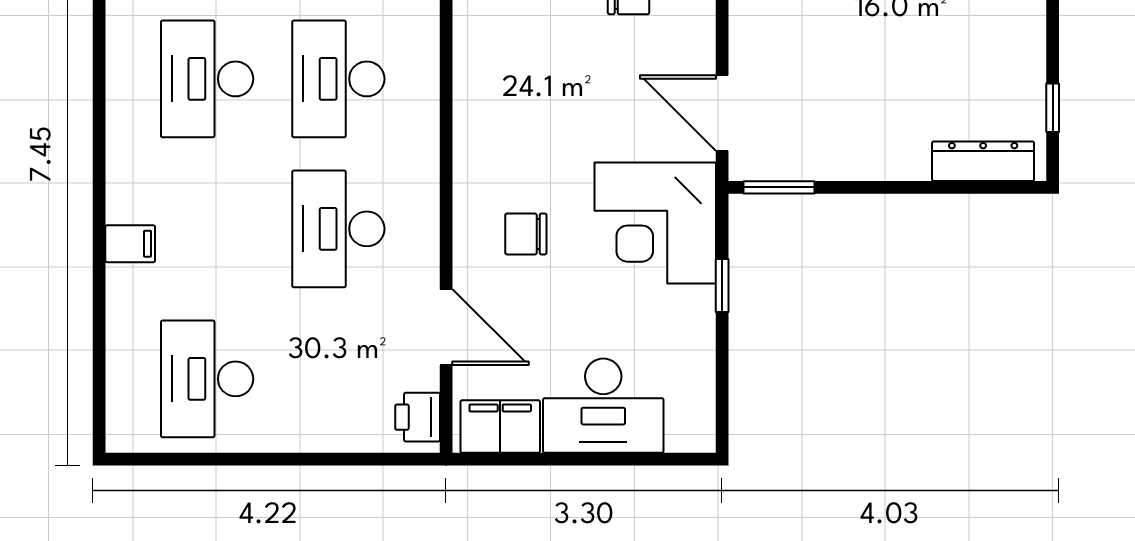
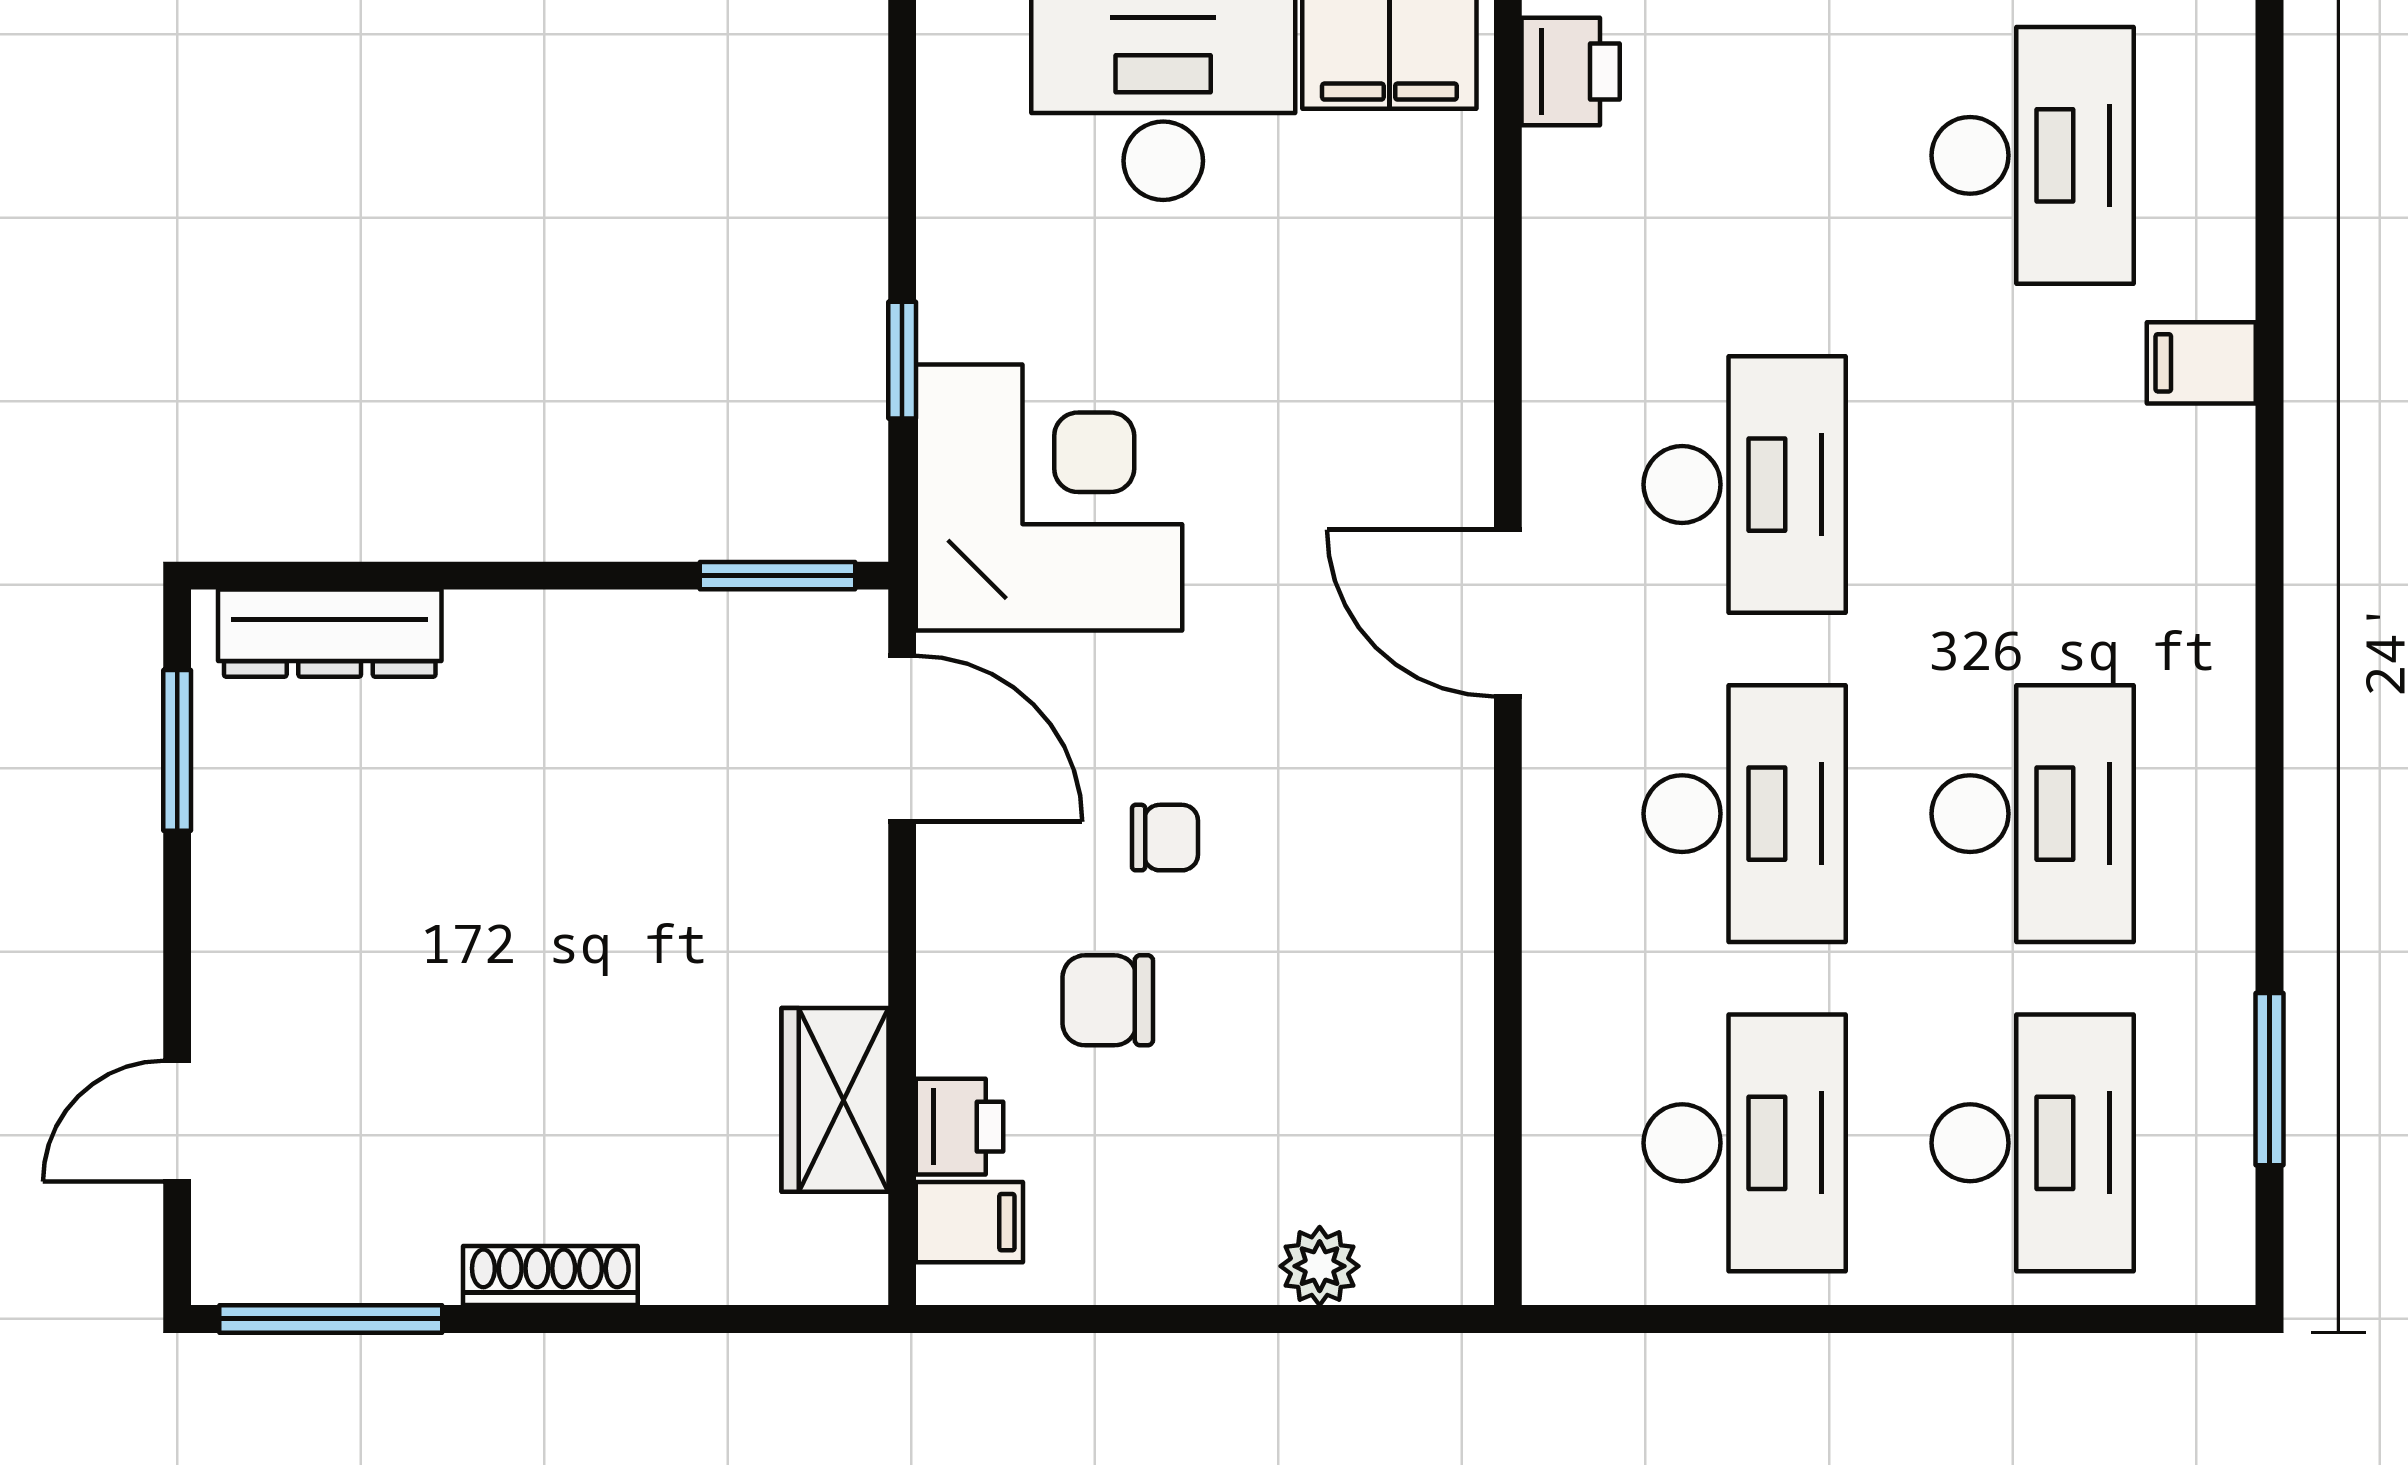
window: (1053, 108) -> (177, 750), width x1.50
chair: (526, 234) -> (1165, 838), moved, width x0.73, depth x0.73
filing cabinet: (130, 244) -> (2201, 363), moved
door: (446, 327) -> (1508, 613), moved

